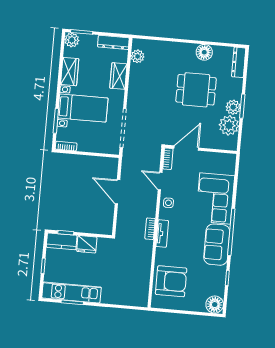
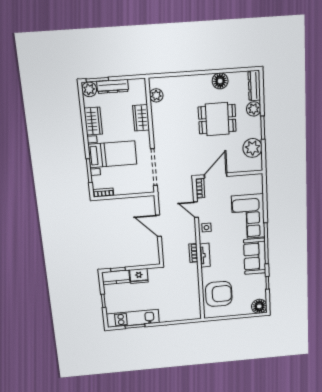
dresser: (113, 42) -> (113, 86), moved
plant: (233, 107) -> (254, 109), moved

